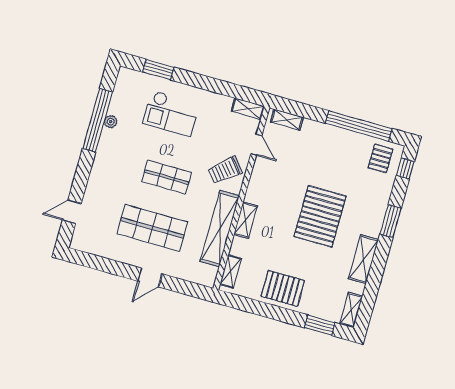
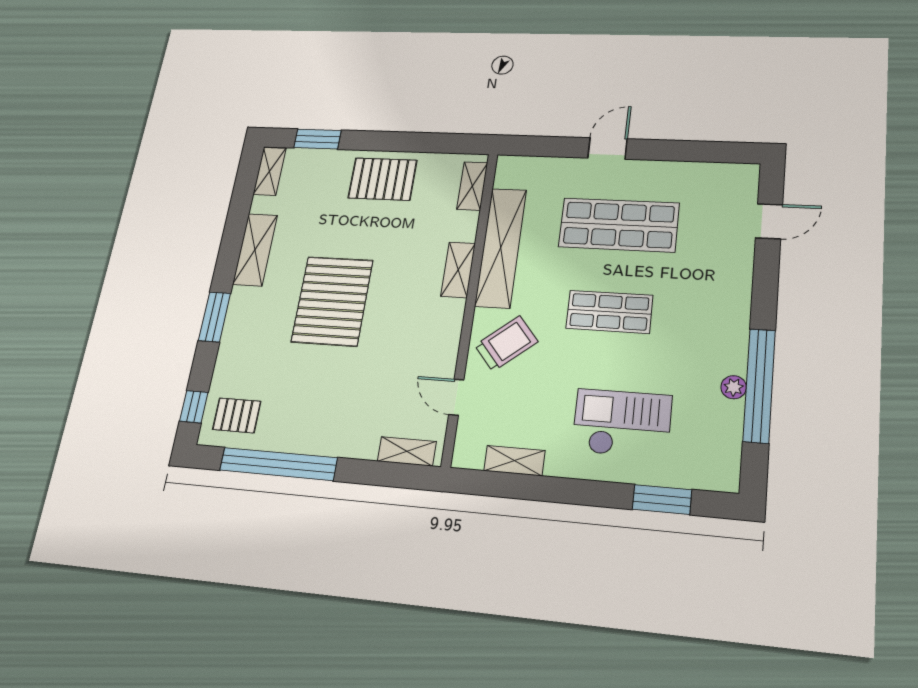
shelving: (248, 109) -> (514, 461), moved
pallet: (381, 158) -> (237, 415), turned 90

